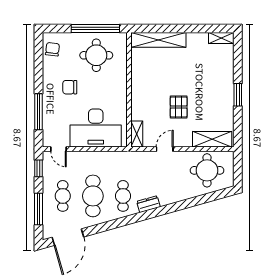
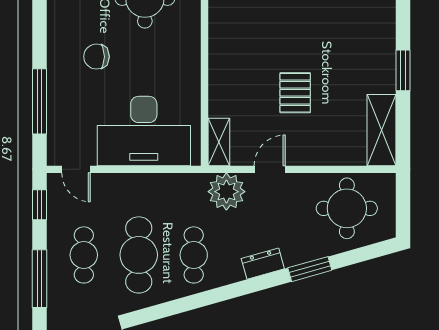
shelving: (212, 139) -> (382, 130), moved, turned 90
plant: (141, 161) -> (226, 192), added
dresser: (149, 204) -> (263, 264), moved
window: (187, 204) -> (310, 269), added

